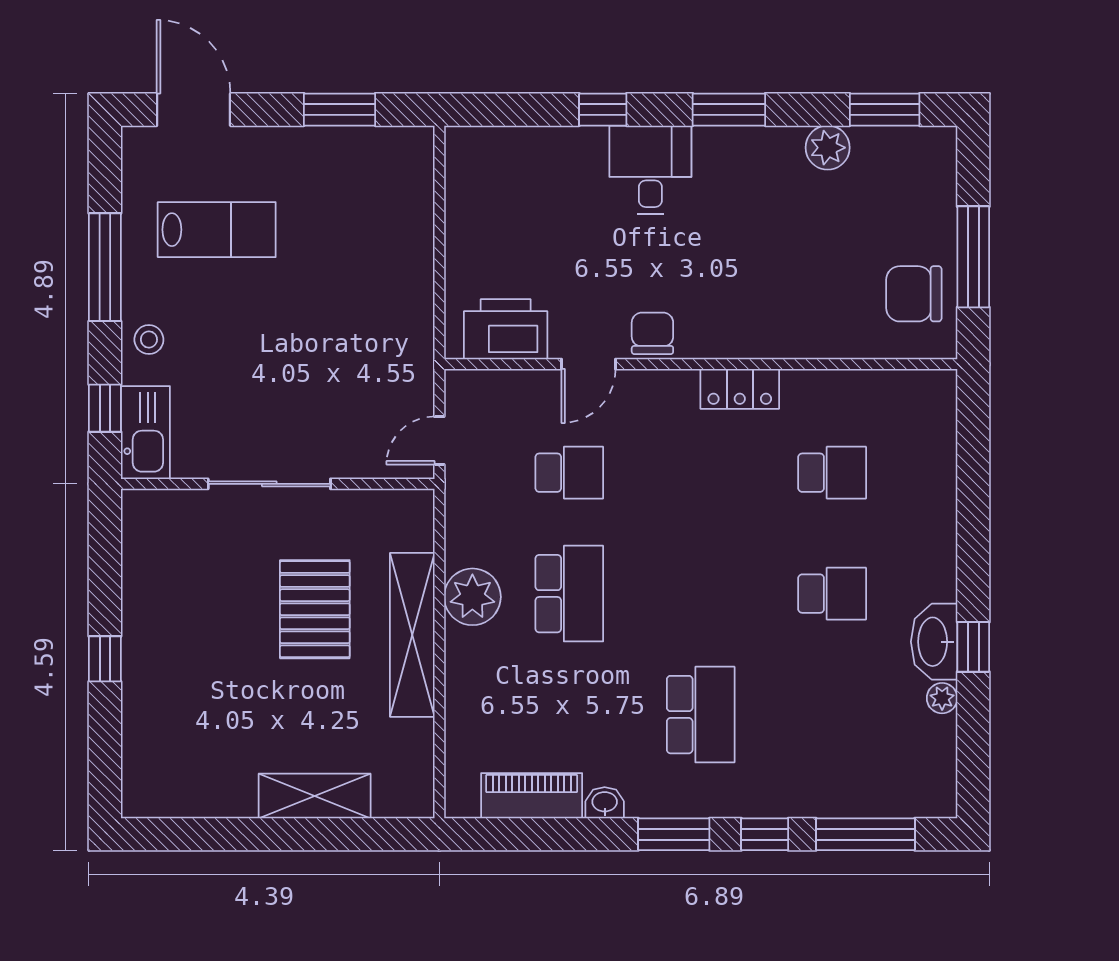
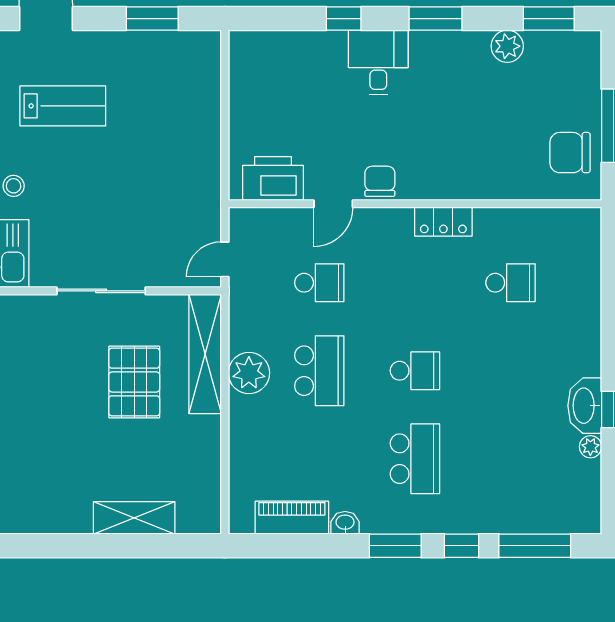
school desk: (832, 594) -> (415, 371), moved
shelving: (412, 635) -> (205, 354), moved

